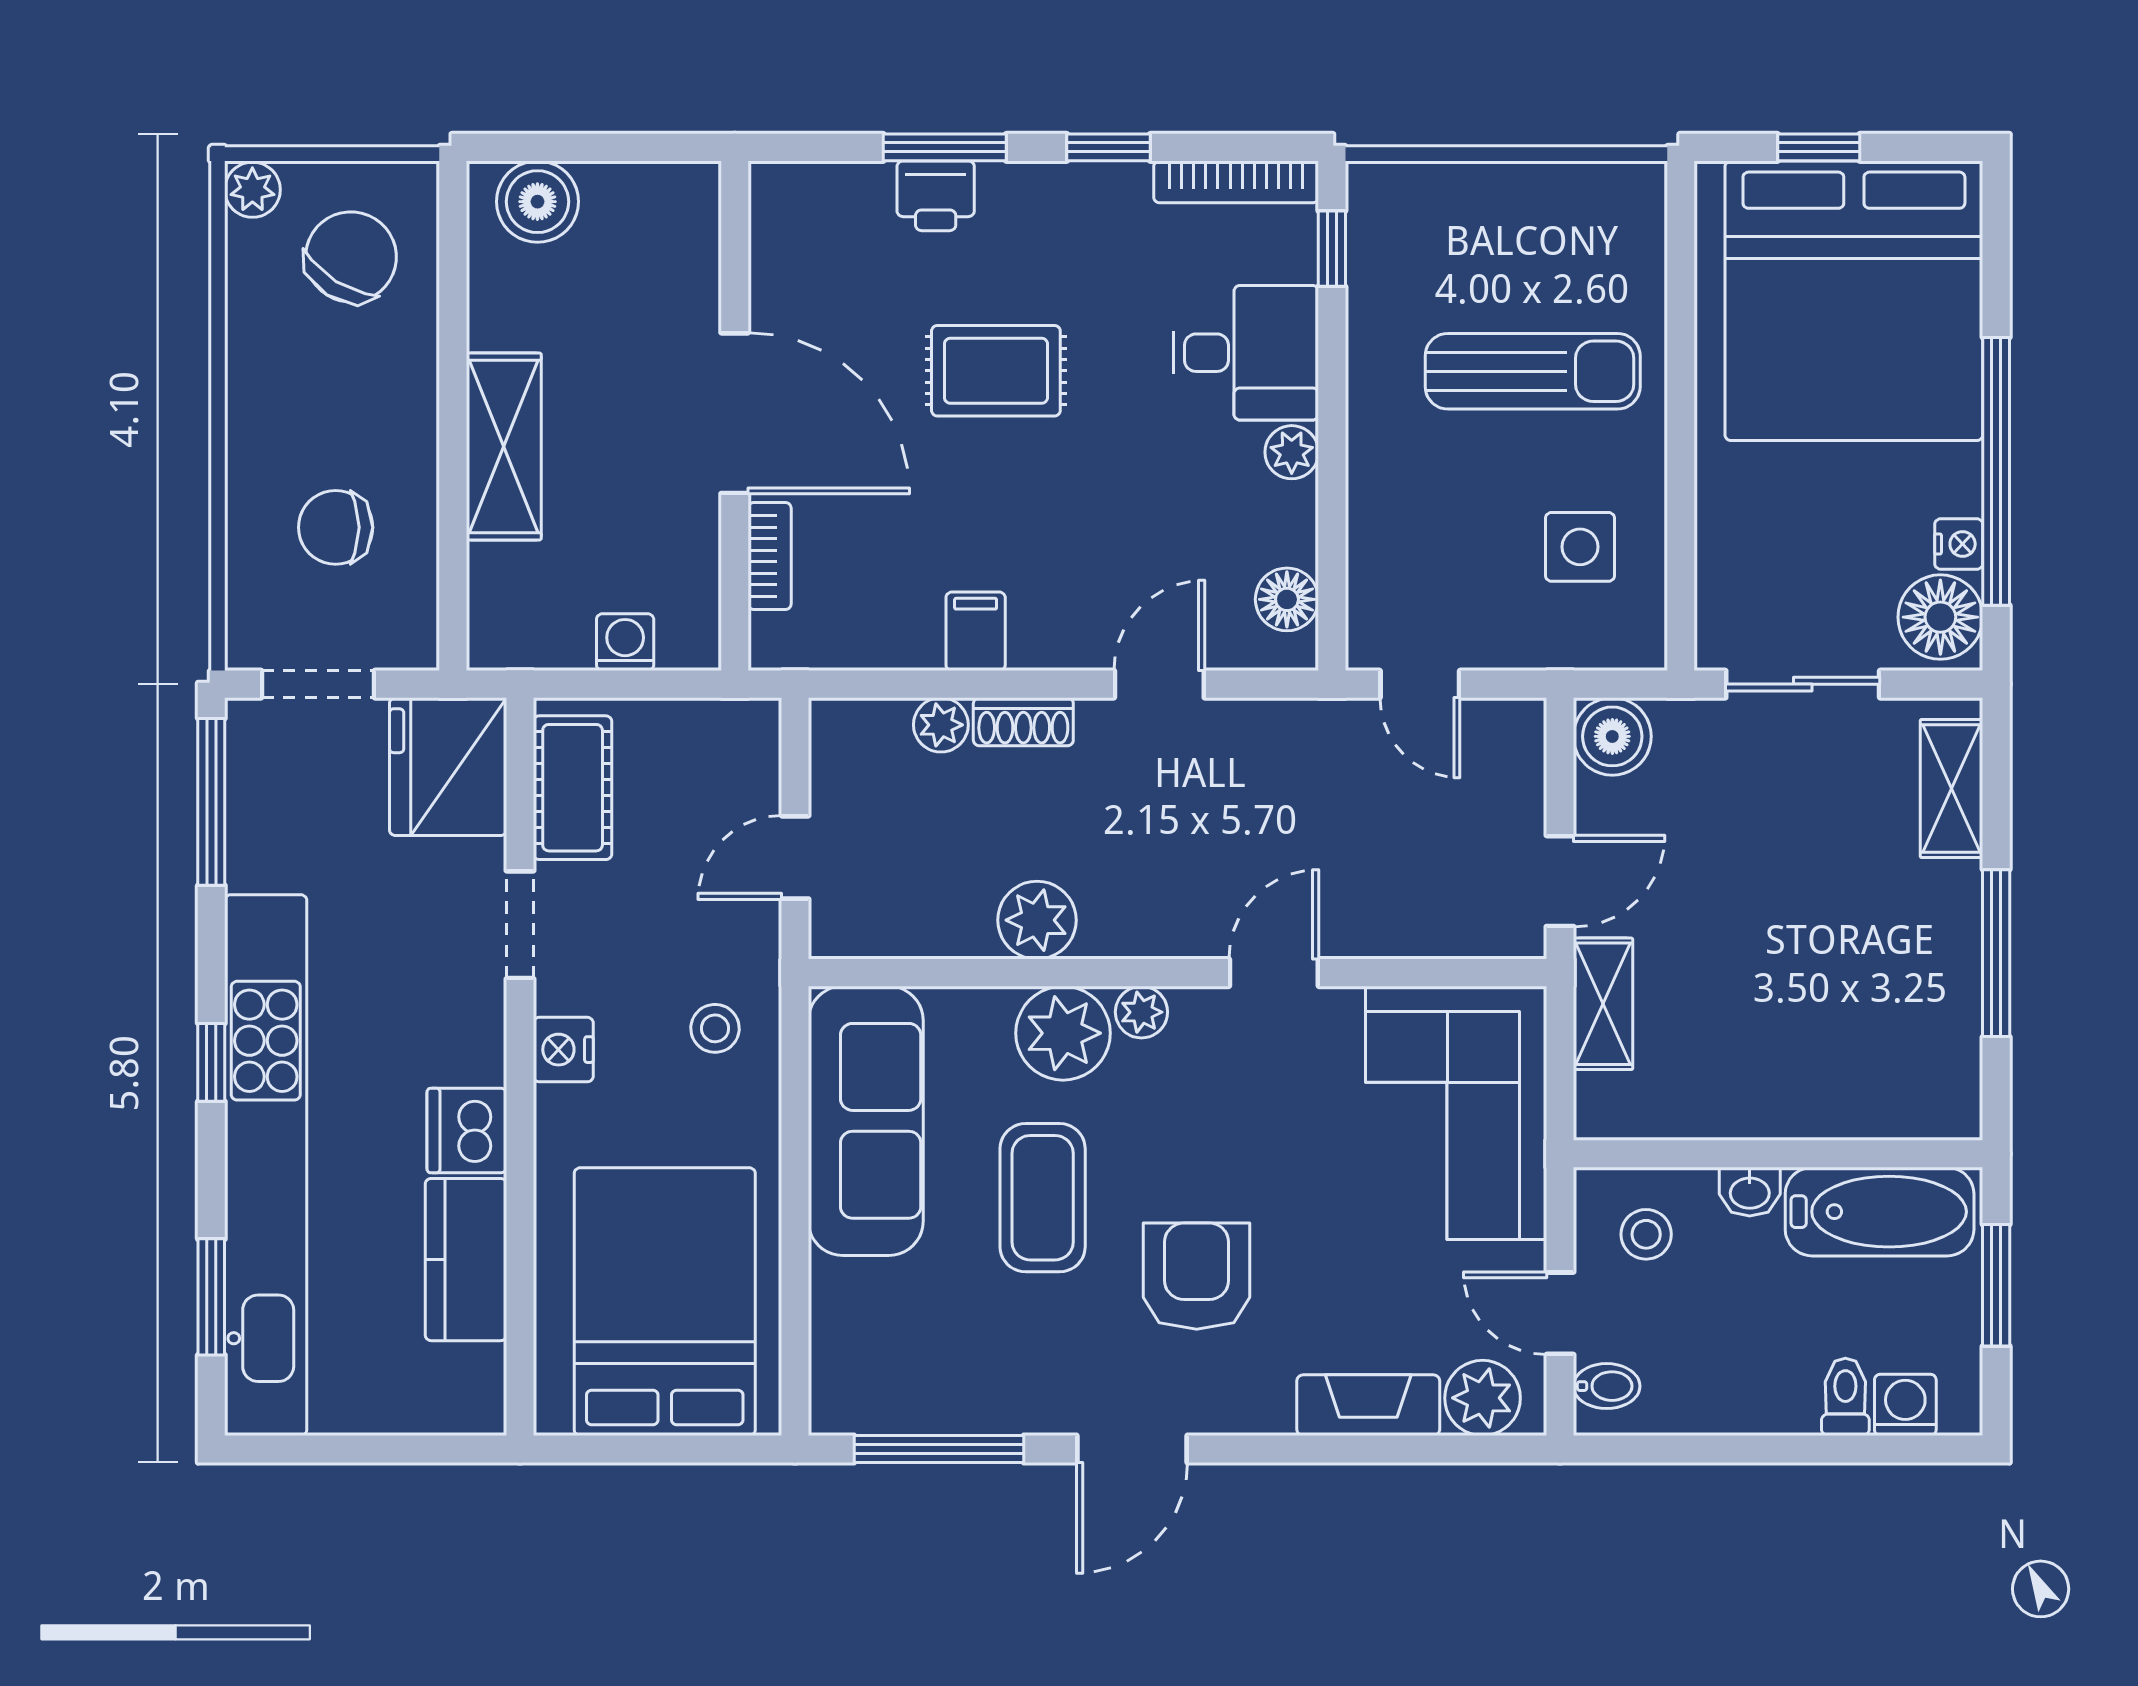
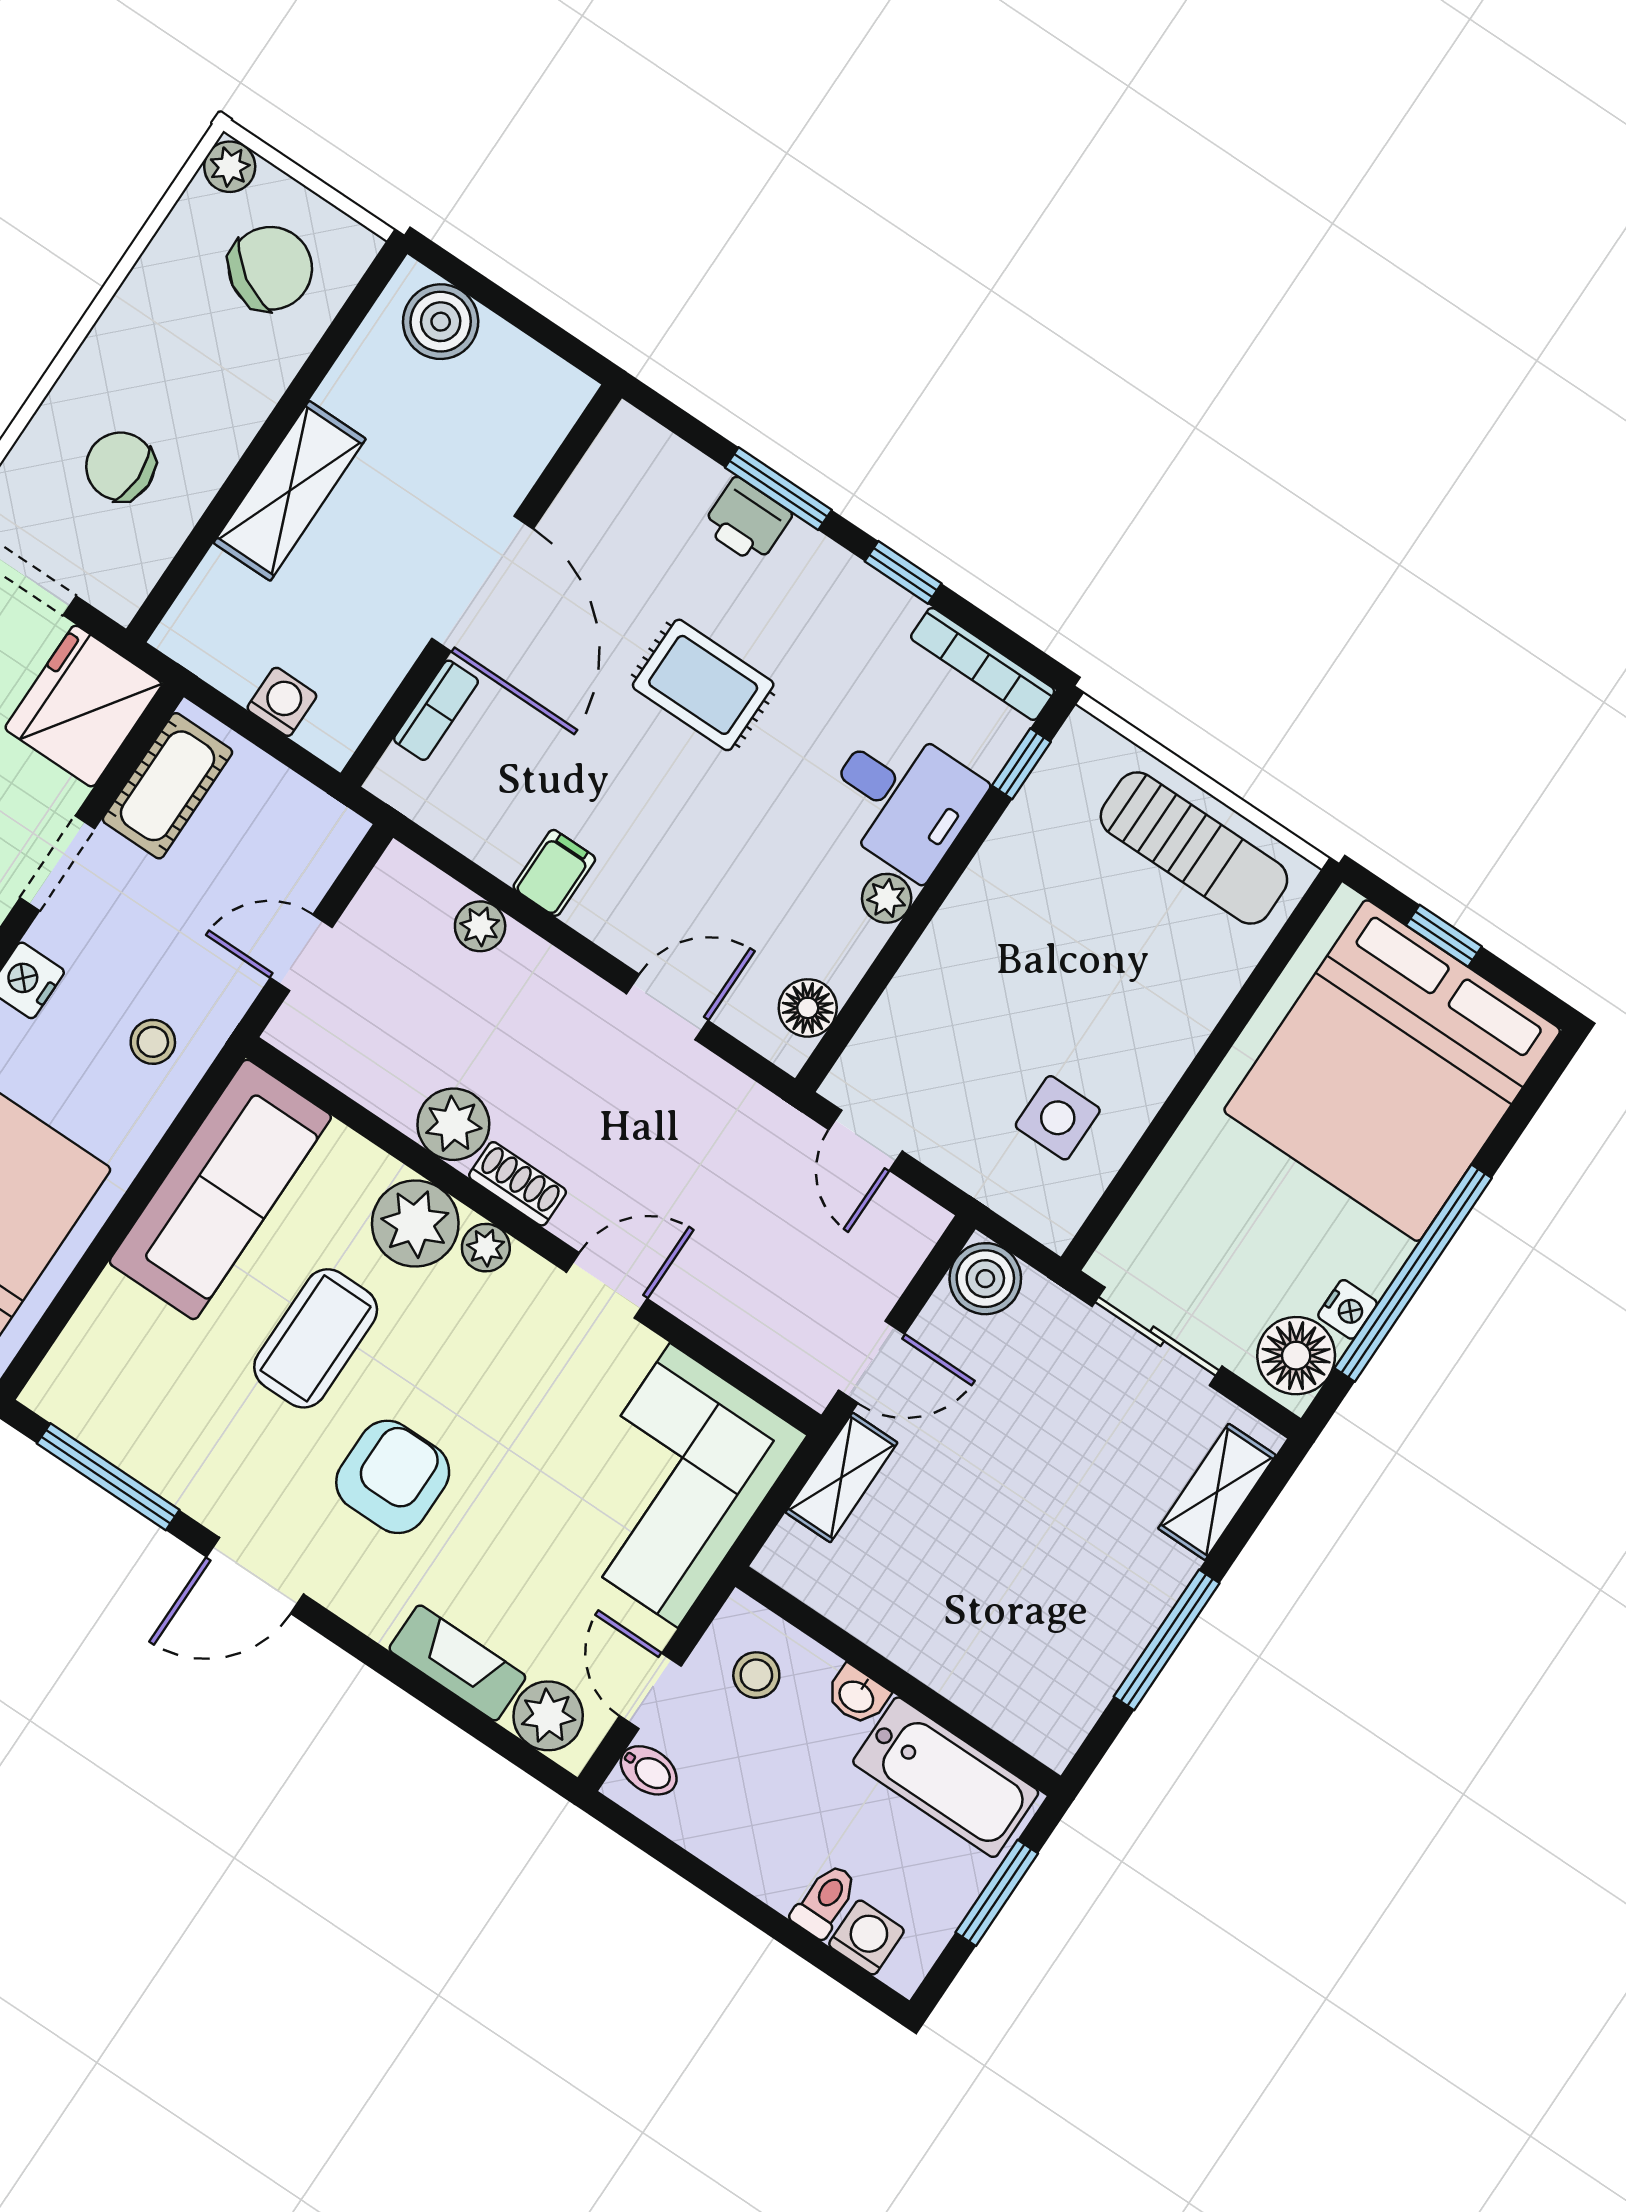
sun lounger: (1533, 371) -> (1194, 848), moved
shoe rack: (1023, 722) -> (518, 1184), moved, turned 180

